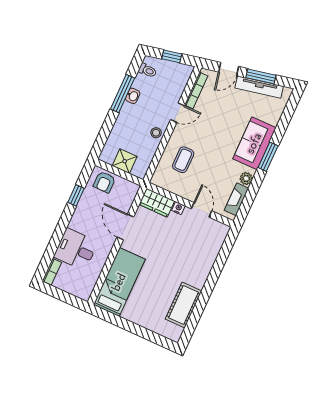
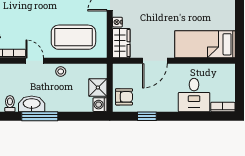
washbasin: (133, 96) -> (32, 104), width x1.91, depth x1.45
washing machine: (107, 156) -> (100, 105), added
coffee table: (183, 160) -> (73, 37), width x1.86, depth x1.72

